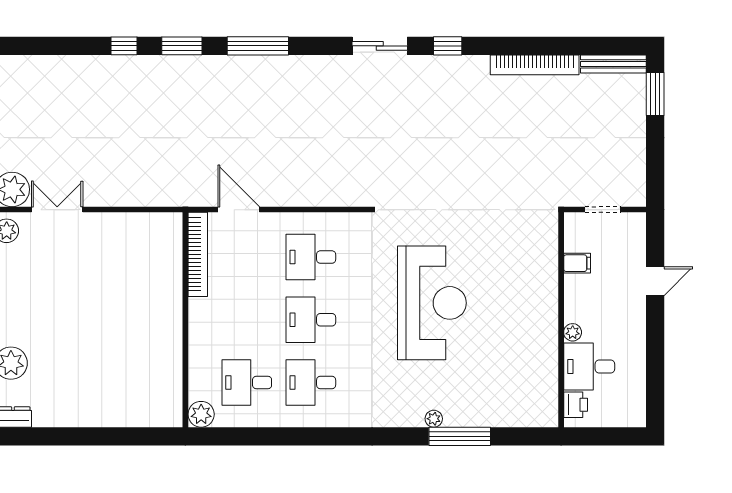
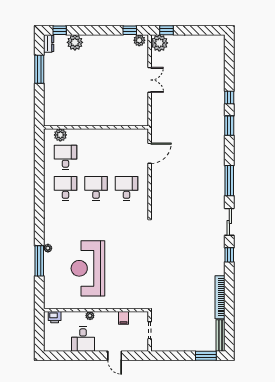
window: (258, 46) -> (229, 181), moved
double door: (57, 210) -> (150, 80), moved
bookcase: (198, 254) -> (128, 133), removed
reception desk: (432, 303) -> (88, 268), moved, turned 90
desk: (589, 367) -> (83, 339), moved, turned 180
plant: (201, 414) -> (60, 135), moved
window: (66, 436) -> (39, 69), added

